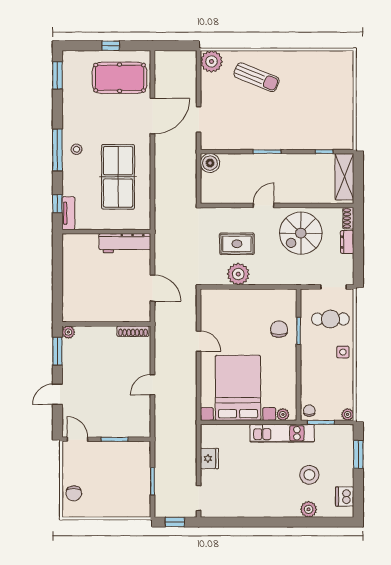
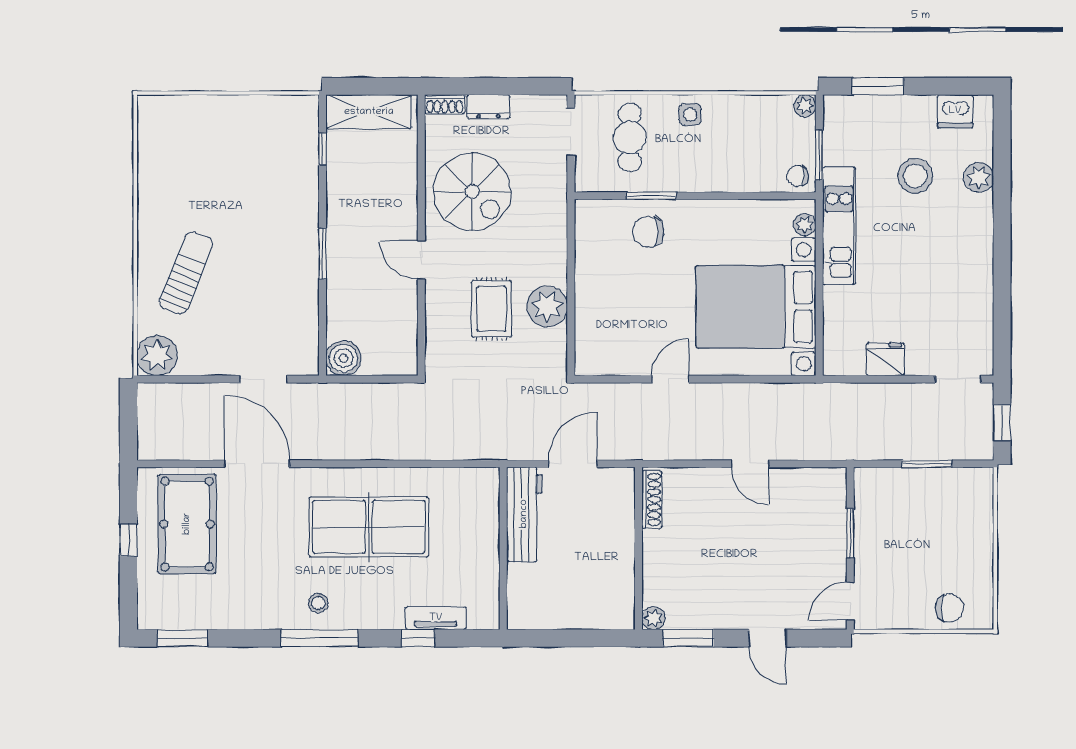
wall: (106, 232) -> (503, 548), moved
workbench: (125, 243) -> (524, 514), moved

